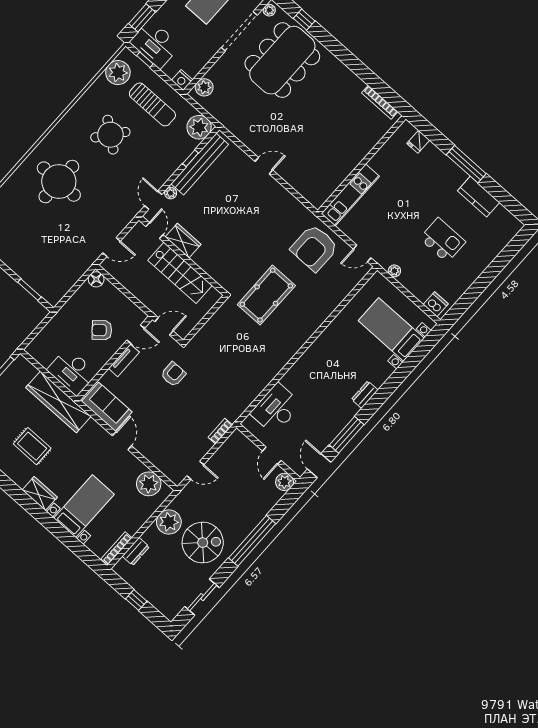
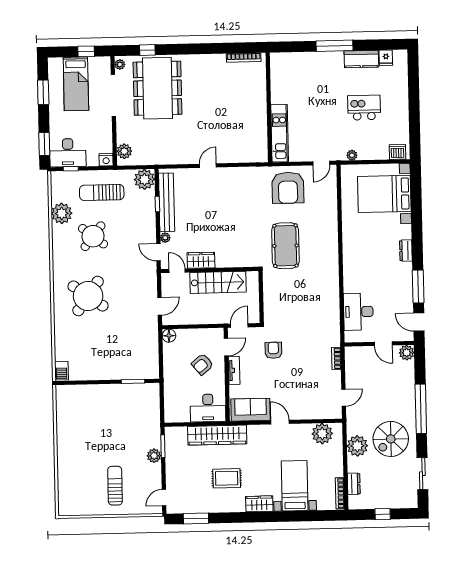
plant: (118, 73) -> (62, 213), moved
sun lounger: (152, 104) -> (102, 192), turned 180
fridge: (418, 142) -> (386, 58), moved
round table: (59, 182) -> (88, 296), turned 35
bed with nightstands: (391, 329) -> (384, 194), width x1.36
spiral stairs: (203, 543) -> (391, 439), turned 180

